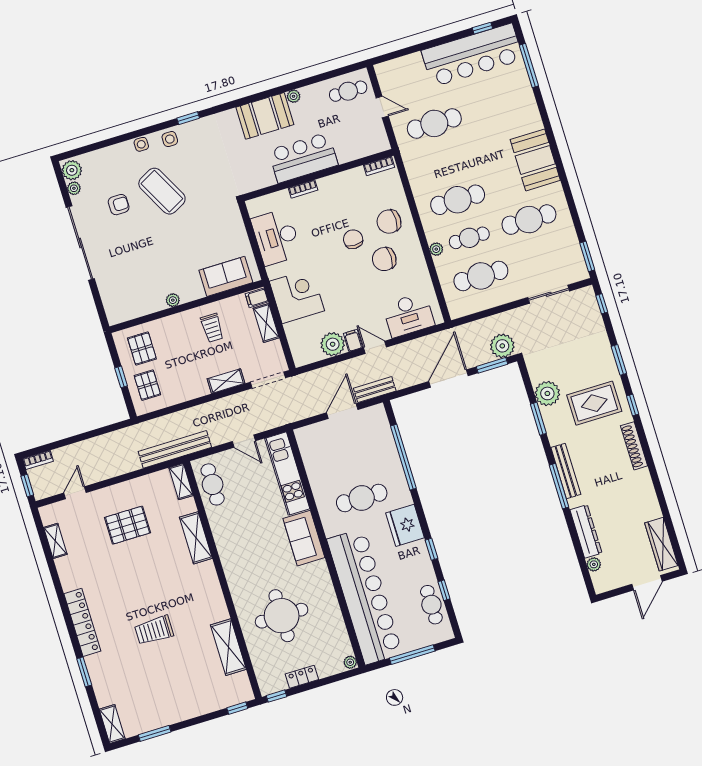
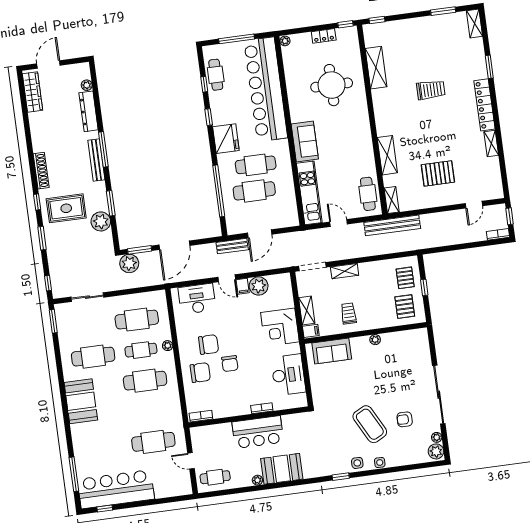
cafe table: (358, 465) -> (254, 191), added
shelving: (55, 541) -> (491, 143), moved

